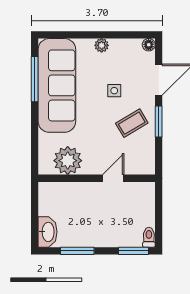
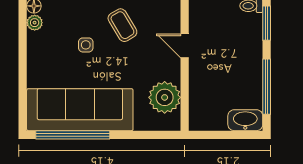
plant: (102, 45) -> (35, 23), moved
window: (35, 79) -> (73, 135), width x1.46
window: (77, 251) -> (267, 87), width x1.44

